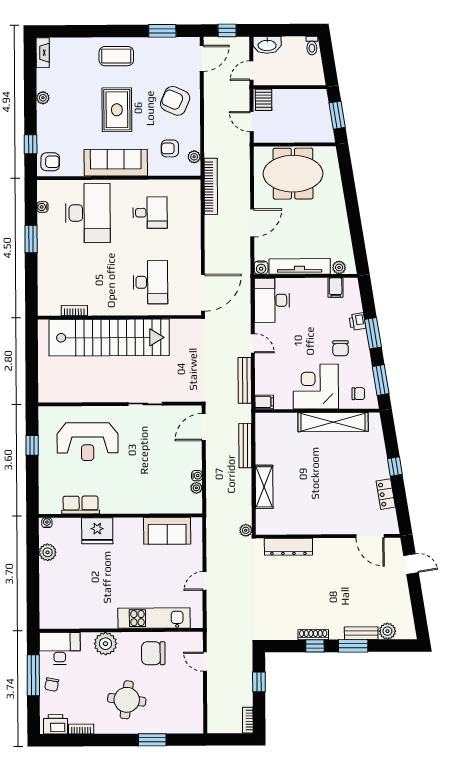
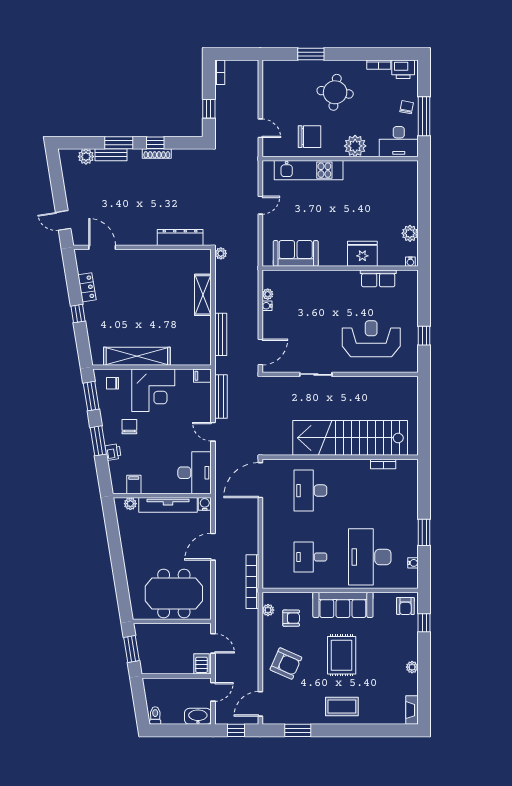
armchair: (50, 162) -> (405, 606), turned -91

